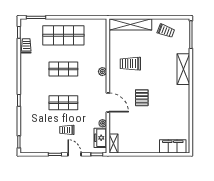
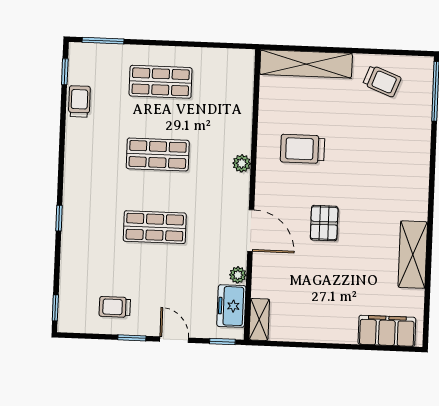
shop shelf: (63, 35) -> (161, 82), width x0.70, depth x0.74
shelving: (183, 69) -> (413, 255), moved
trolley: (67, 130) -> (115, 307), moved

